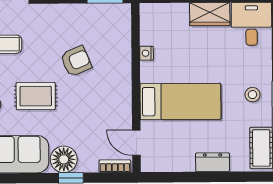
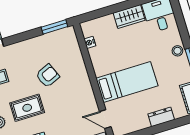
nightstand: (147, 53) -> (90, 42), moved
stool: (253, 95) -> (177, 51), moved

